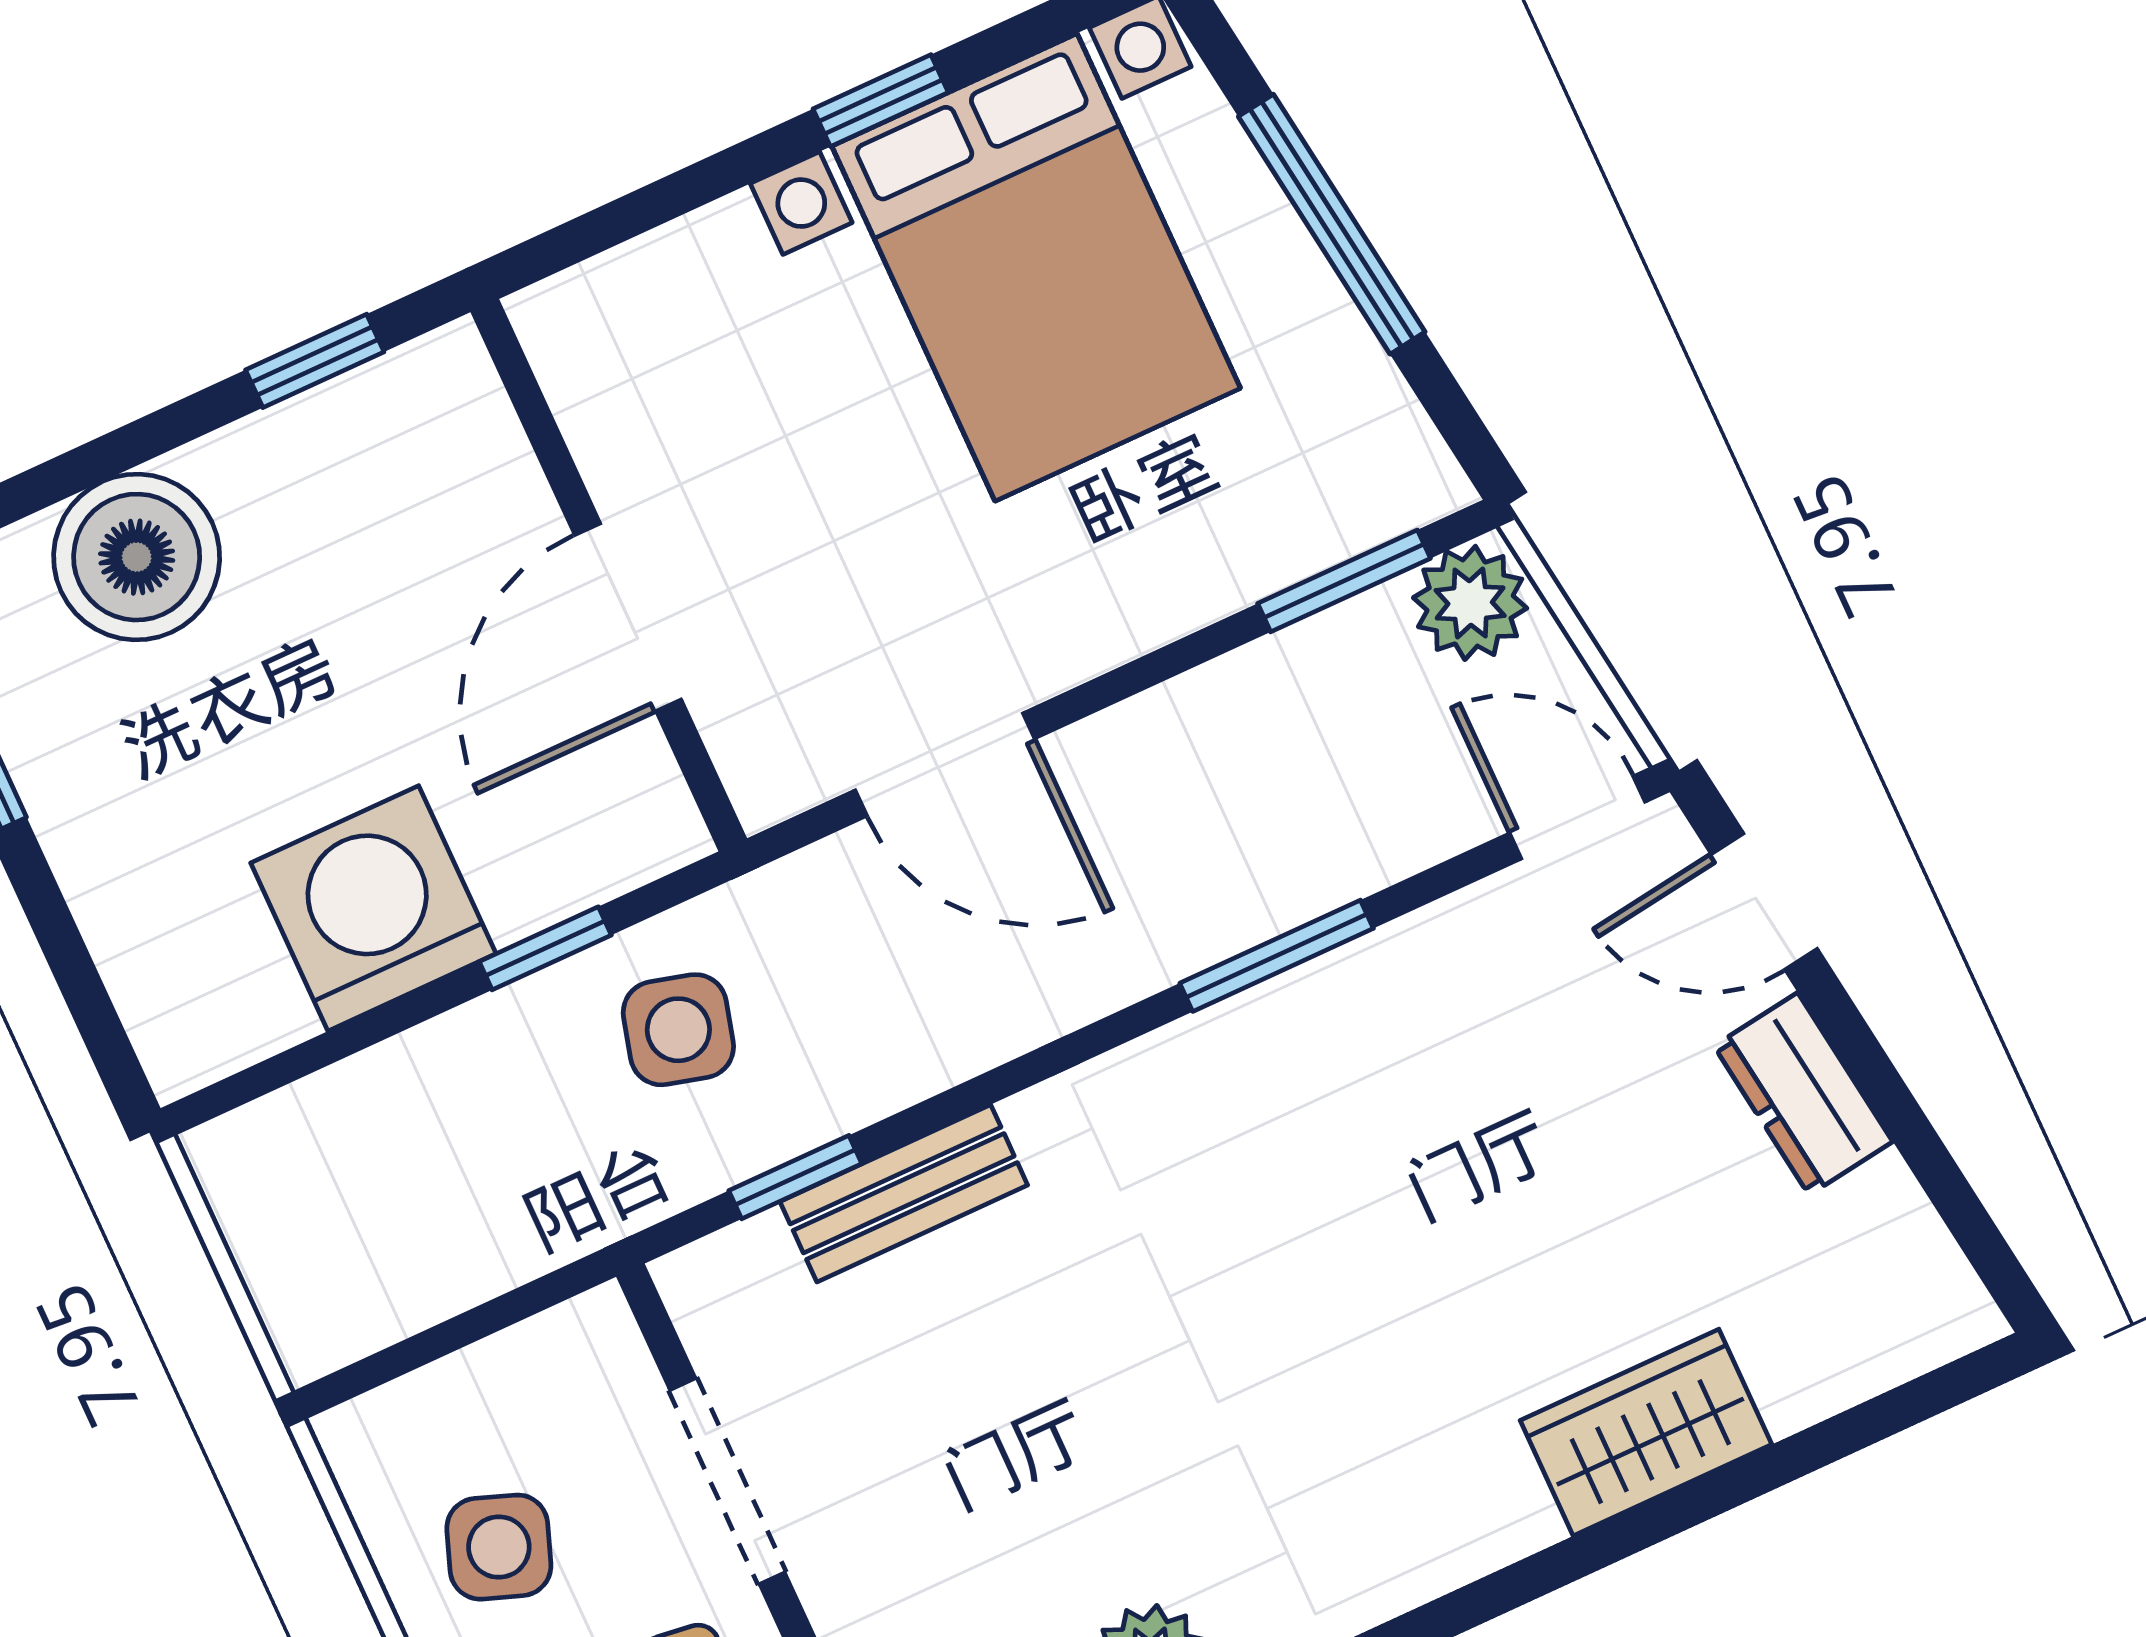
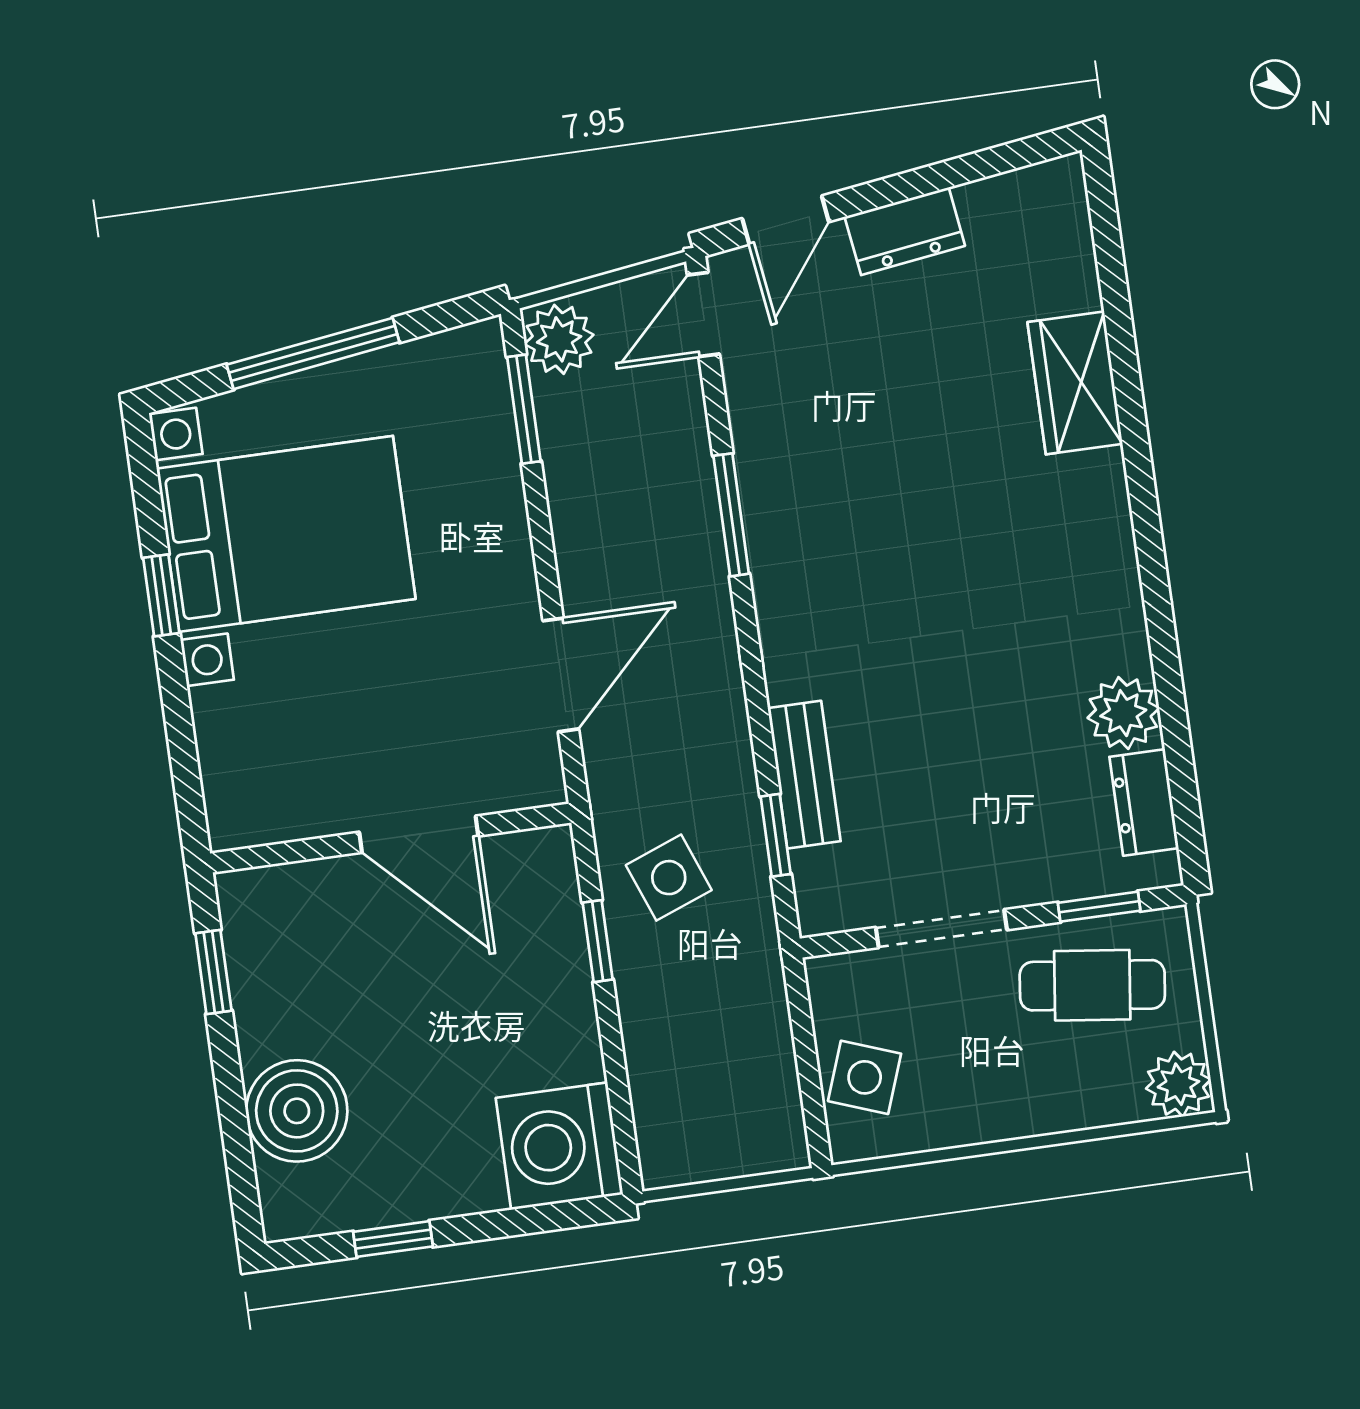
washing machine: (373, 908) -> (559, 1146), moved
side table: (678, 1030) -> (669, 878), turned -36
side table: (499, 1547) -> (865, 1077), moved

